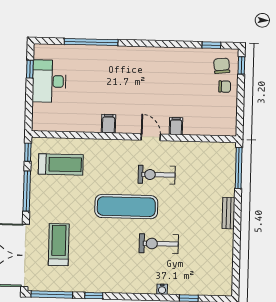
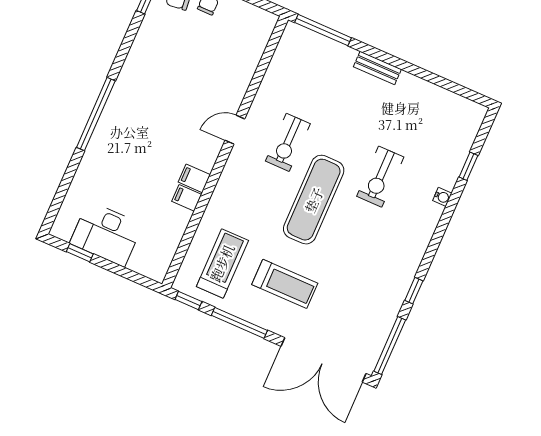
window: (91, 42) -> (96, 114), moved
filing cabinet: (176, 126) -> (187, 198), moved
treadmill: (59, 245) -> (285, 284), moved, turned 180

